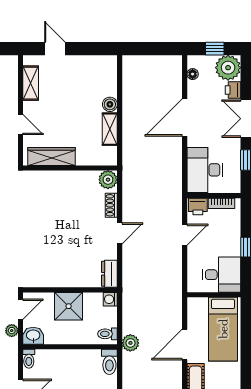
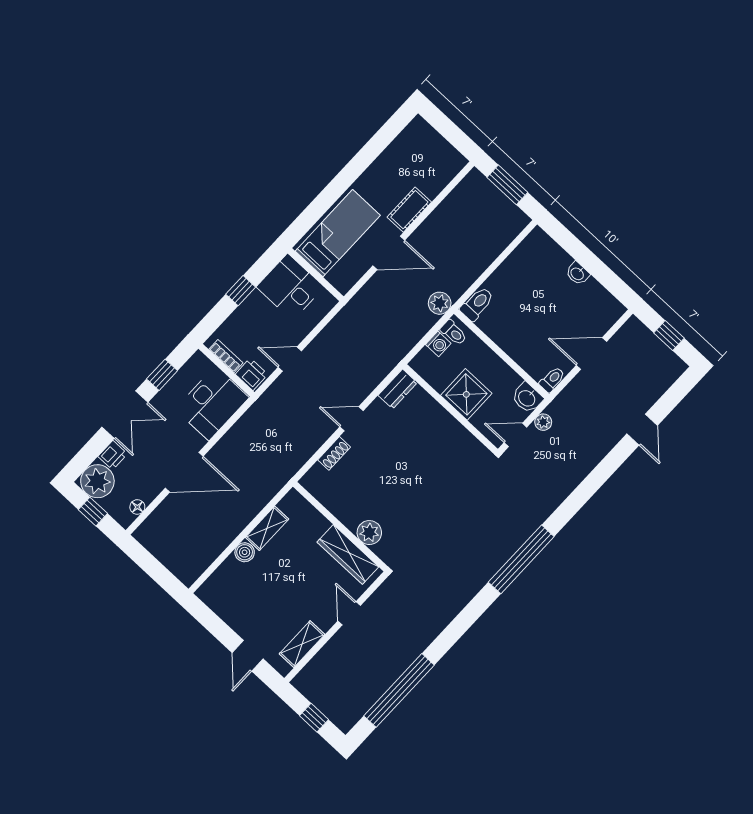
plant: (108, 180) -> (369, 533), moved
washing machine: (110, 299) -> (438, 344), moved

